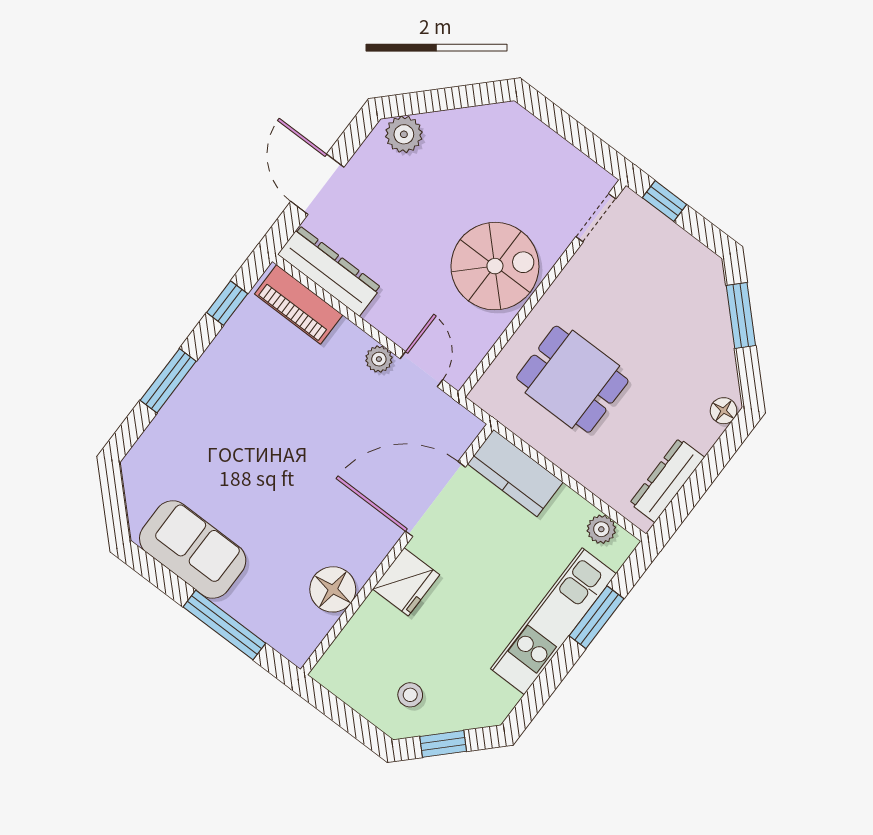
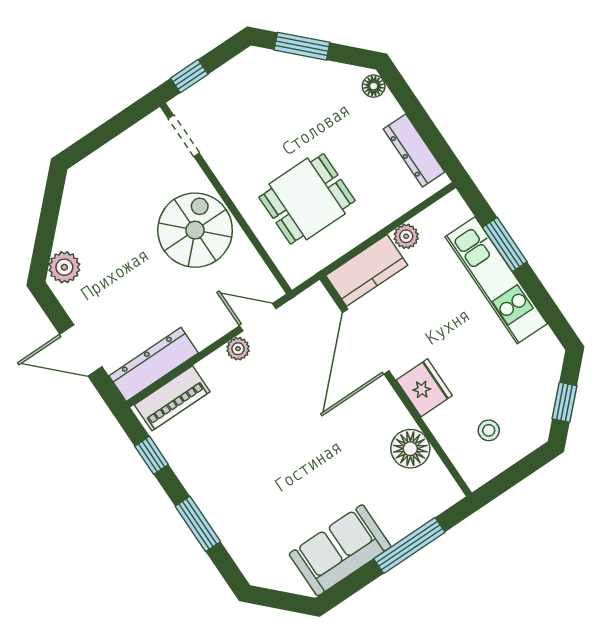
plant: (601, 529) -> (406, 236), moved
stool: (410, 695) -> (489, 430), moved

